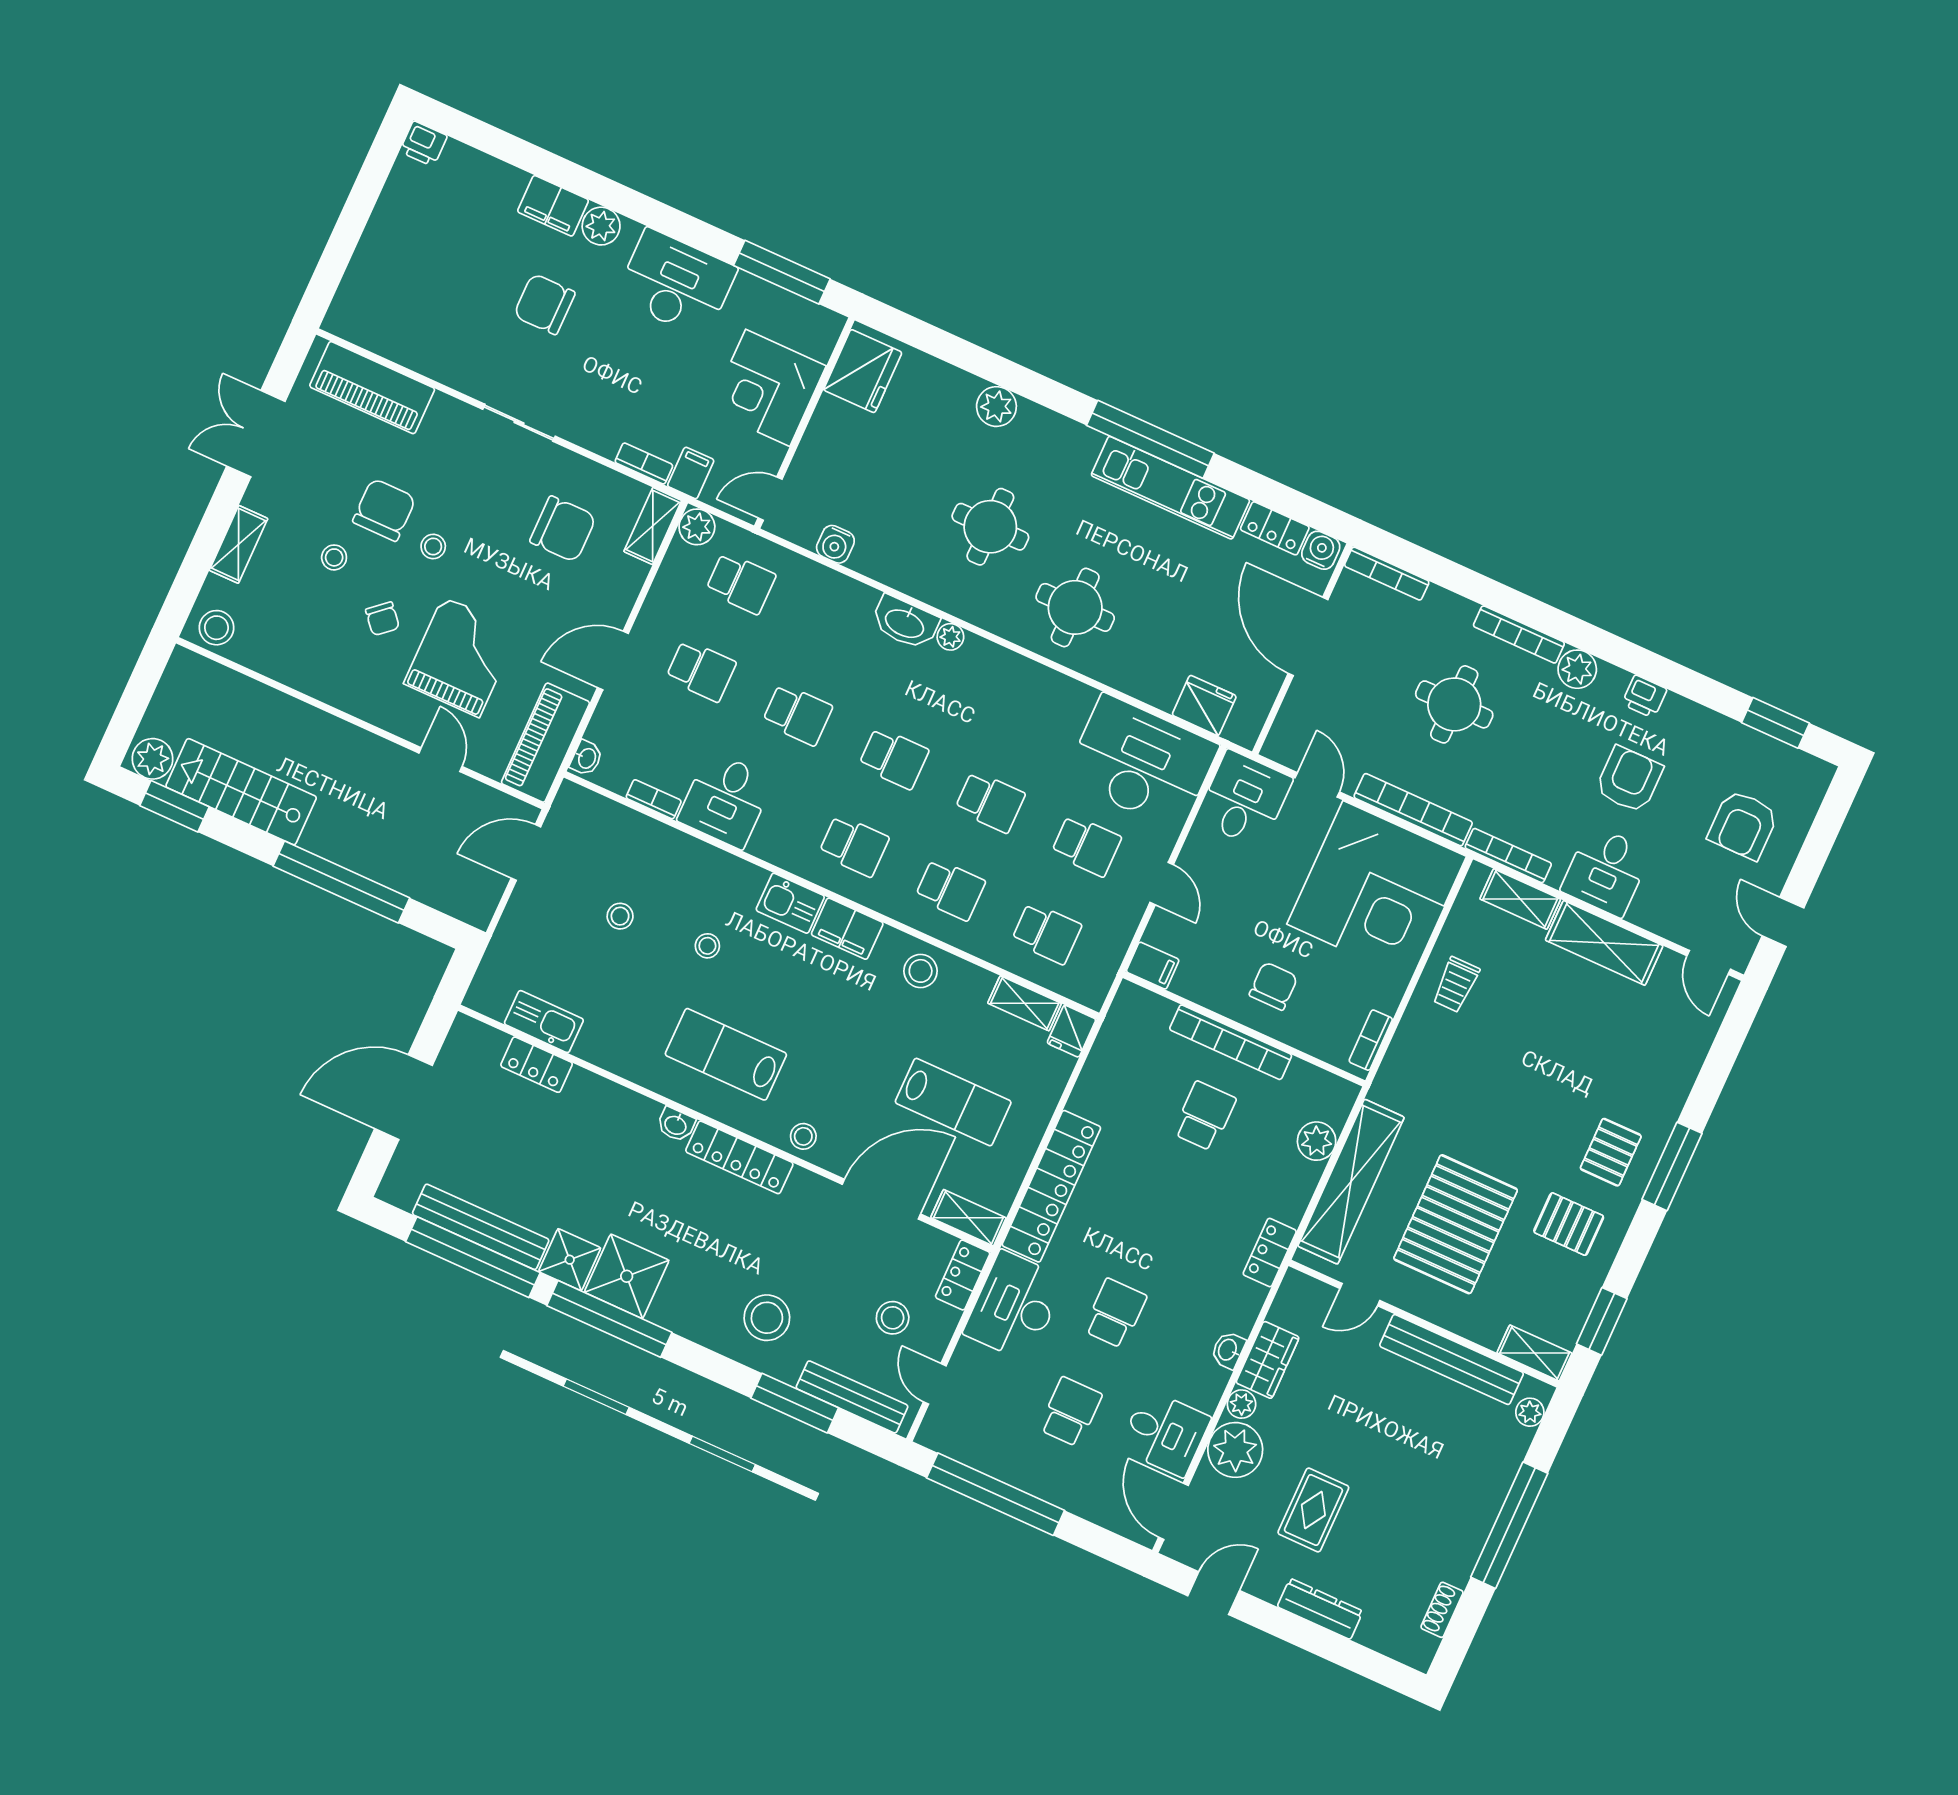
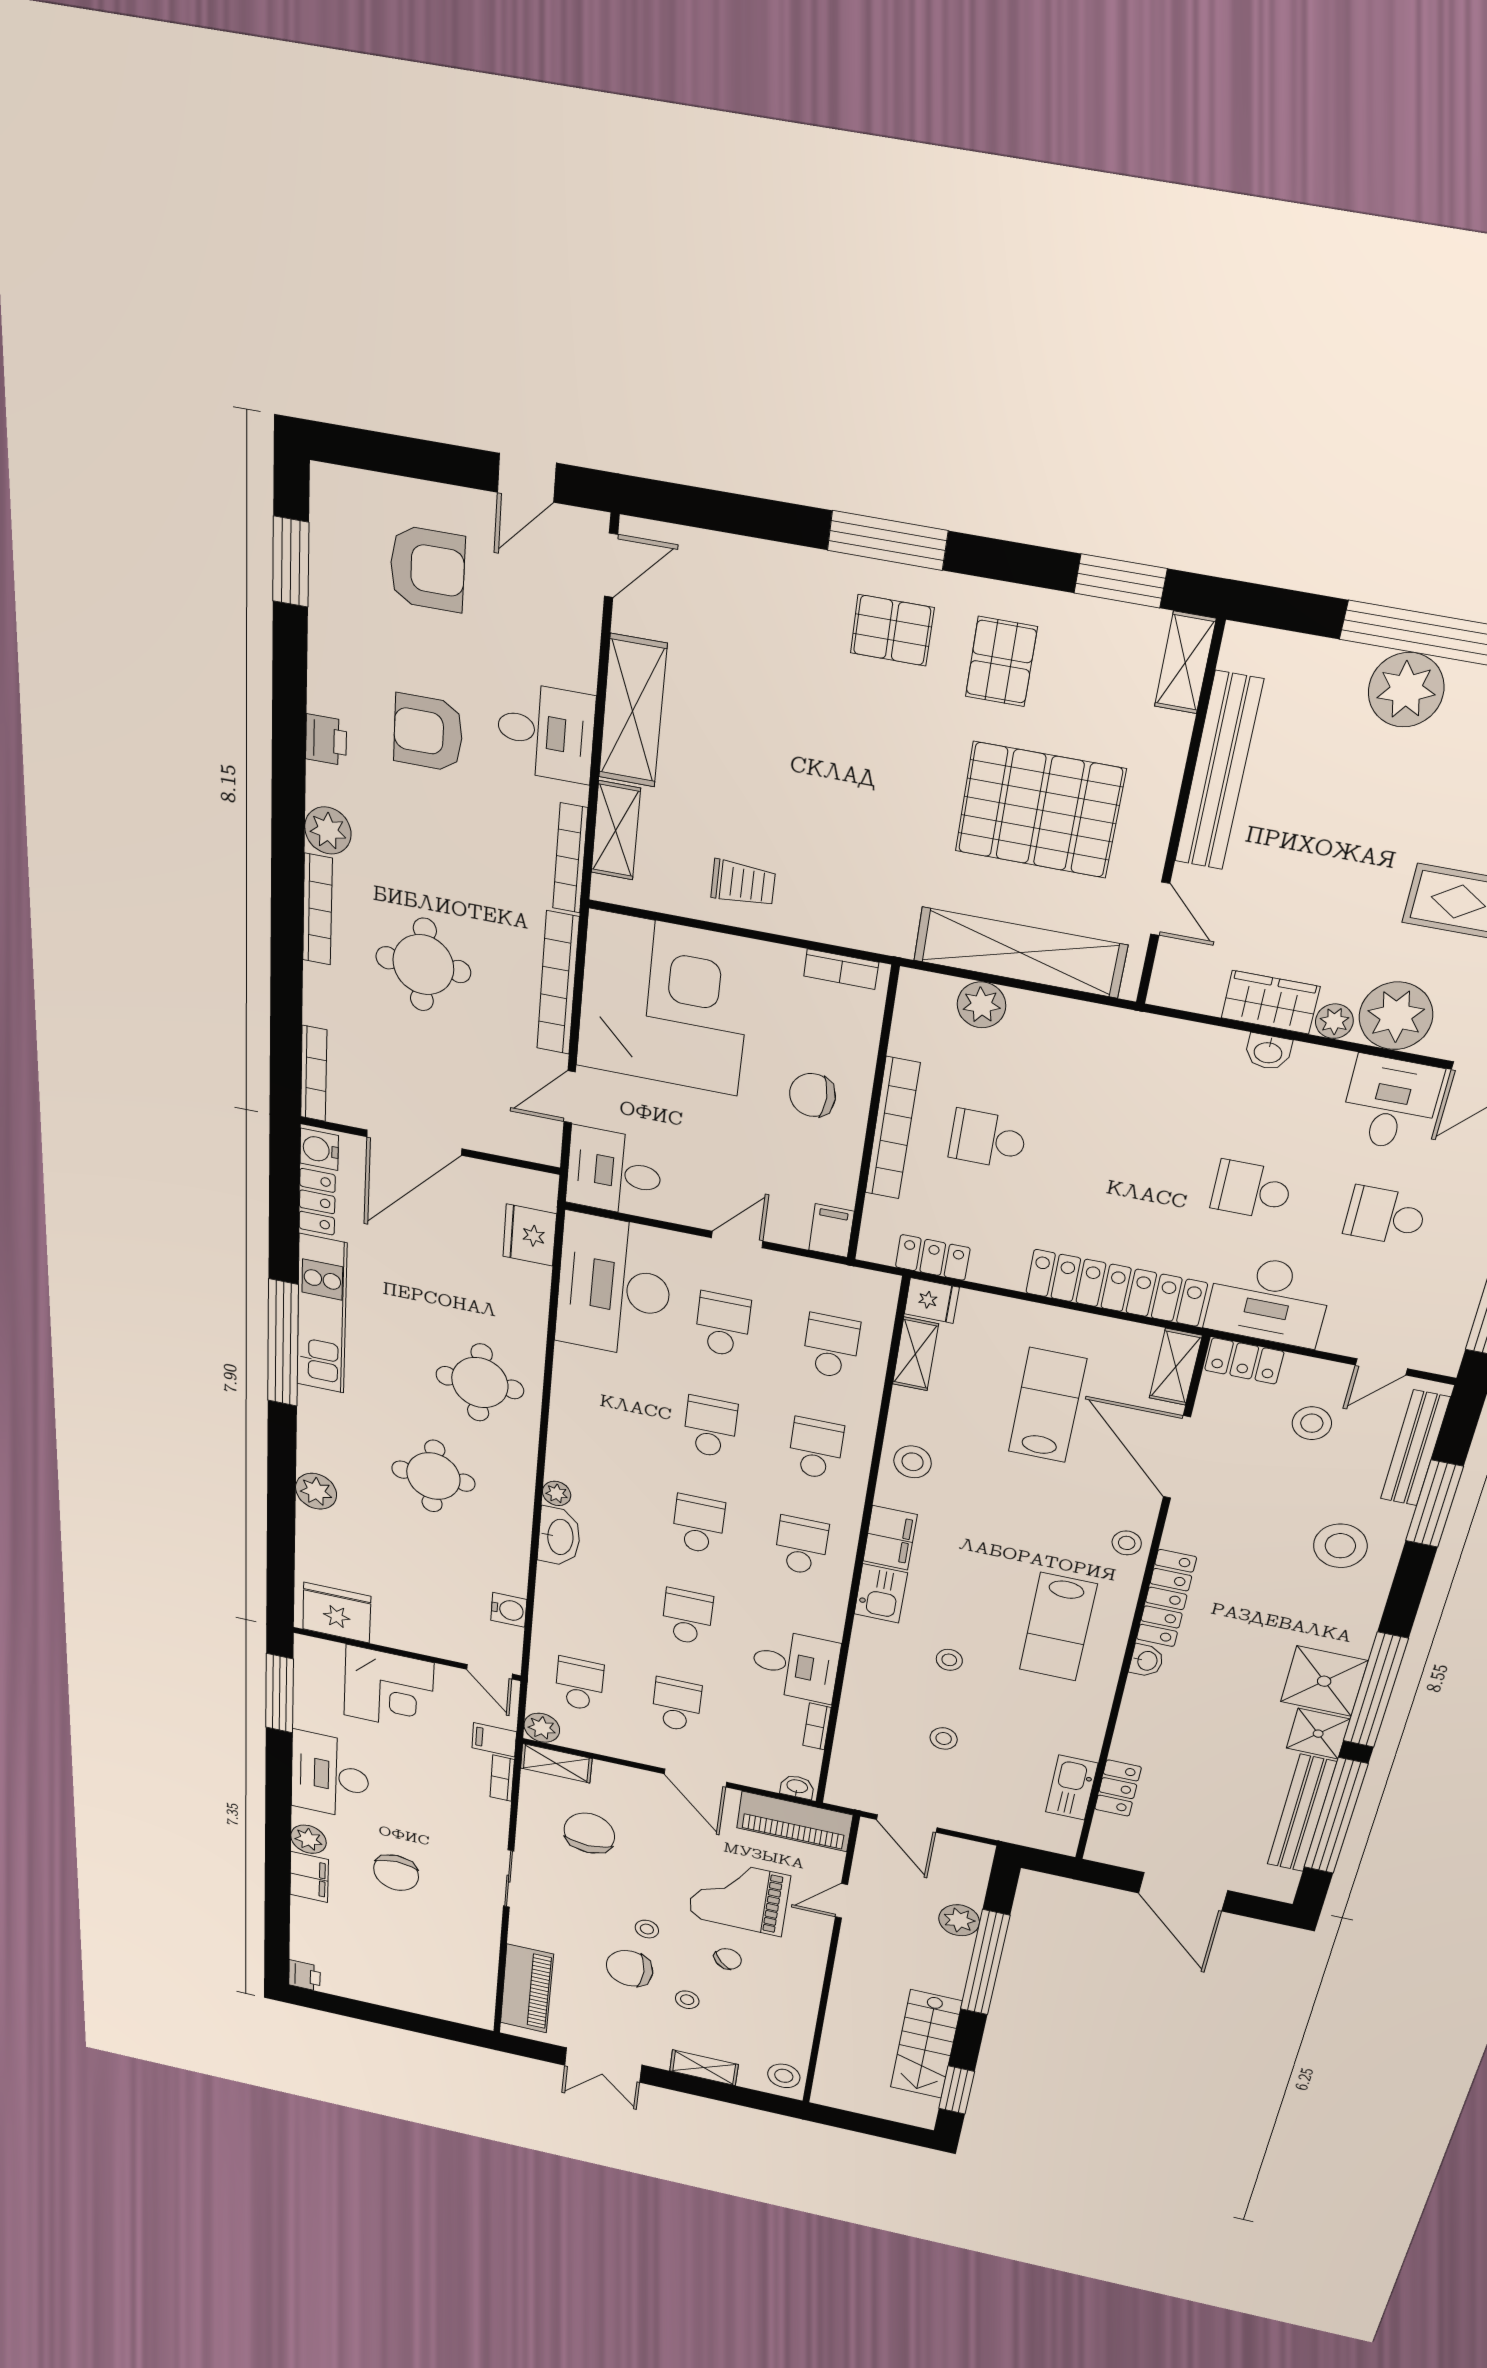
plant: (152, 759) -> (959, 1920), moved
locker: (1270, 1253) -> (933, 1257), moved, turned 180
plant: (1530, 1412) -> (1406, 690), moved, width x1.88, depth x1.88

